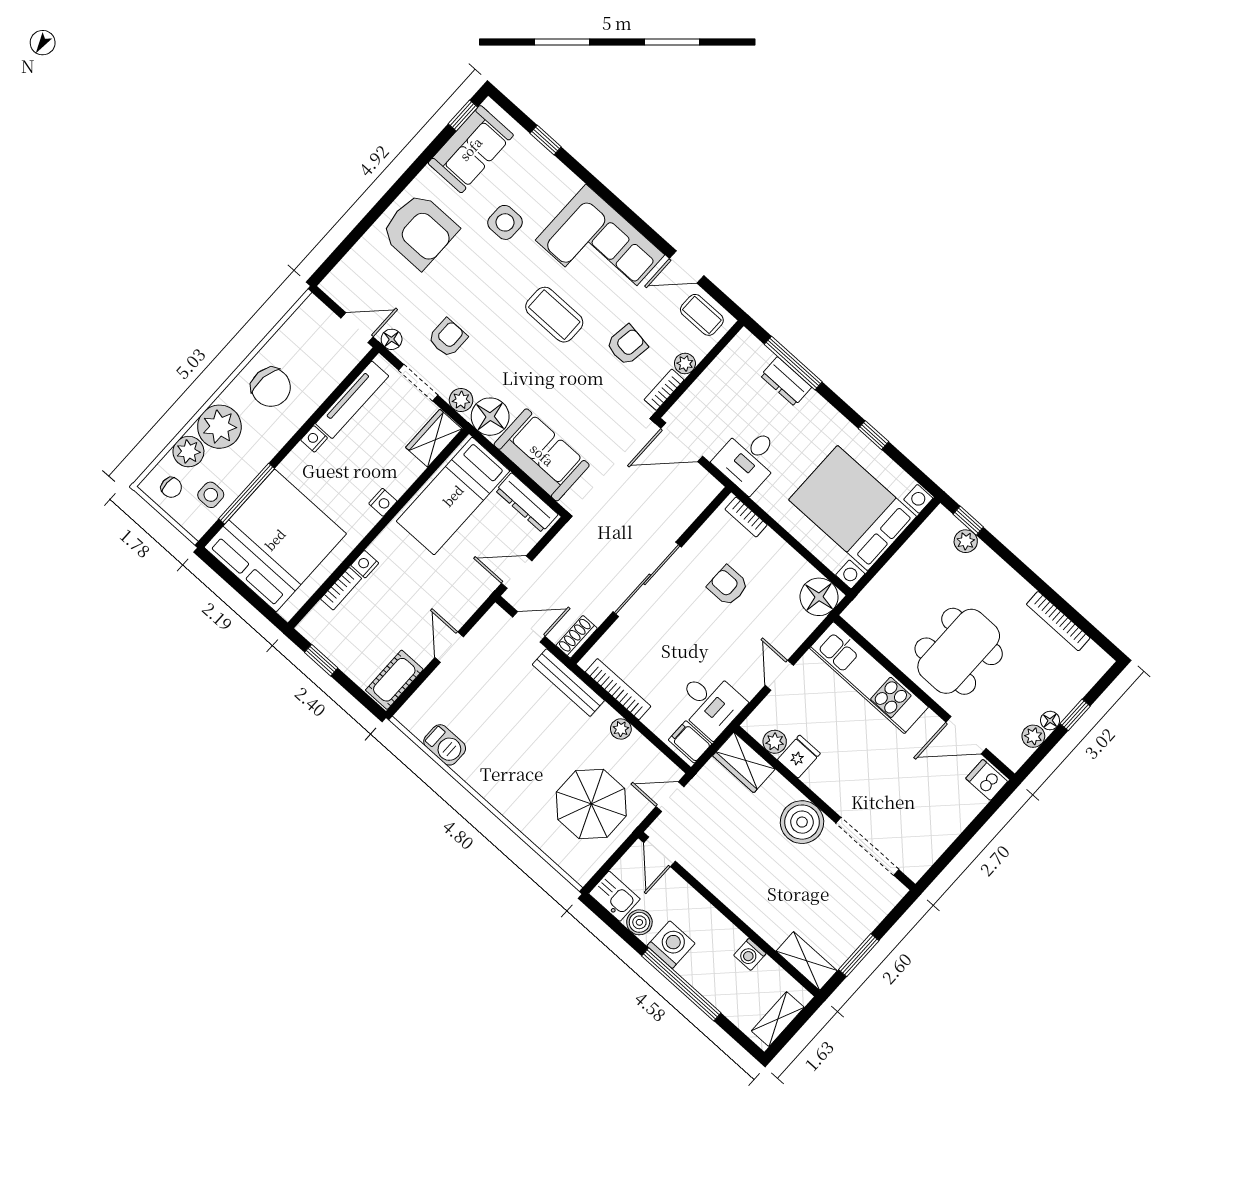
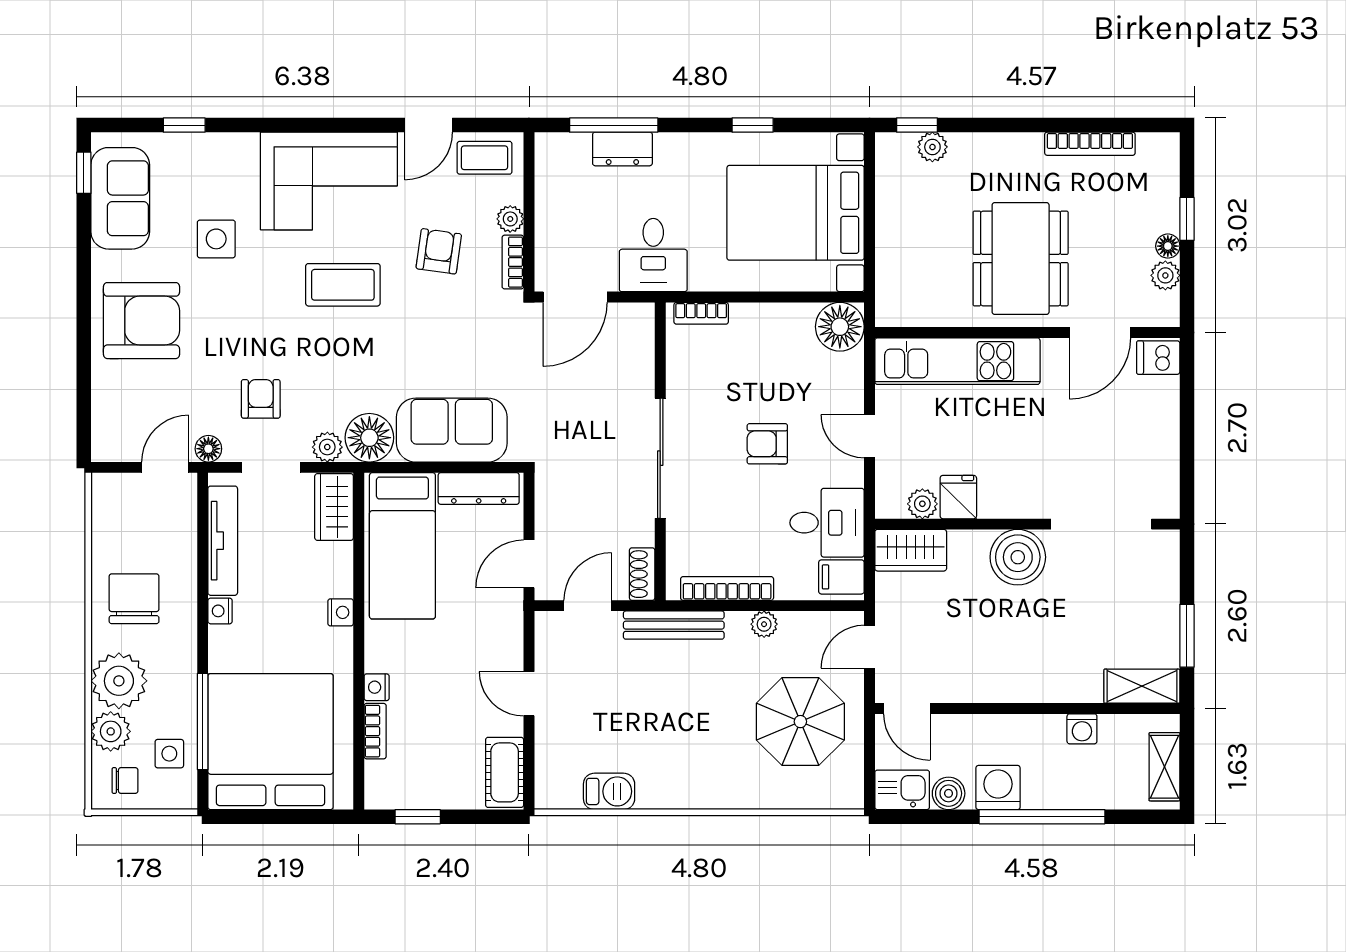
chair: (271, 387) -> (134, 599), turned -98
armchair: (728, 586) -> (767, 444), moved

